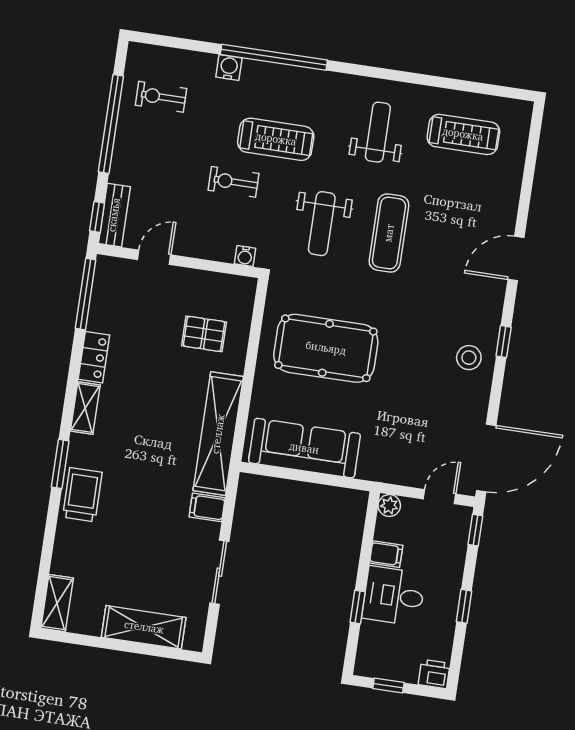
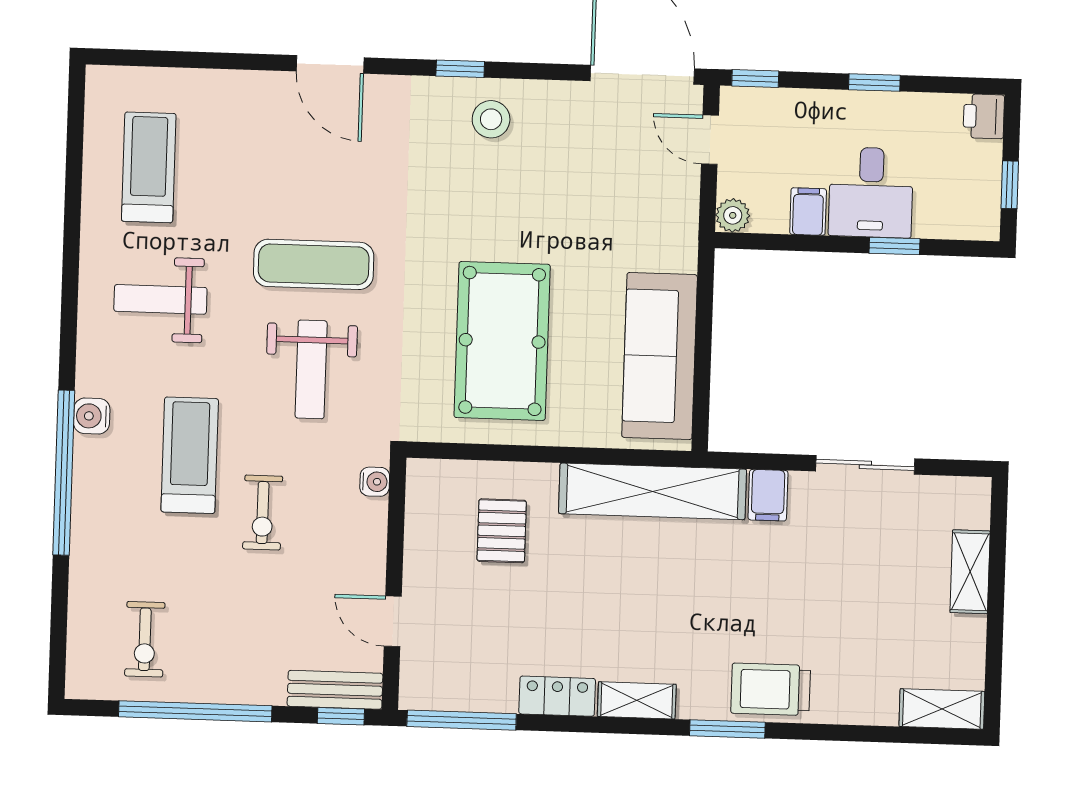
water cooler: (229, 68) -> (92, 416), moved
weight bench: (322, 224) -> (311, 369), turned 90
shelving: (144, 627) -> (970, 572), width x0.67, depth x0.75

